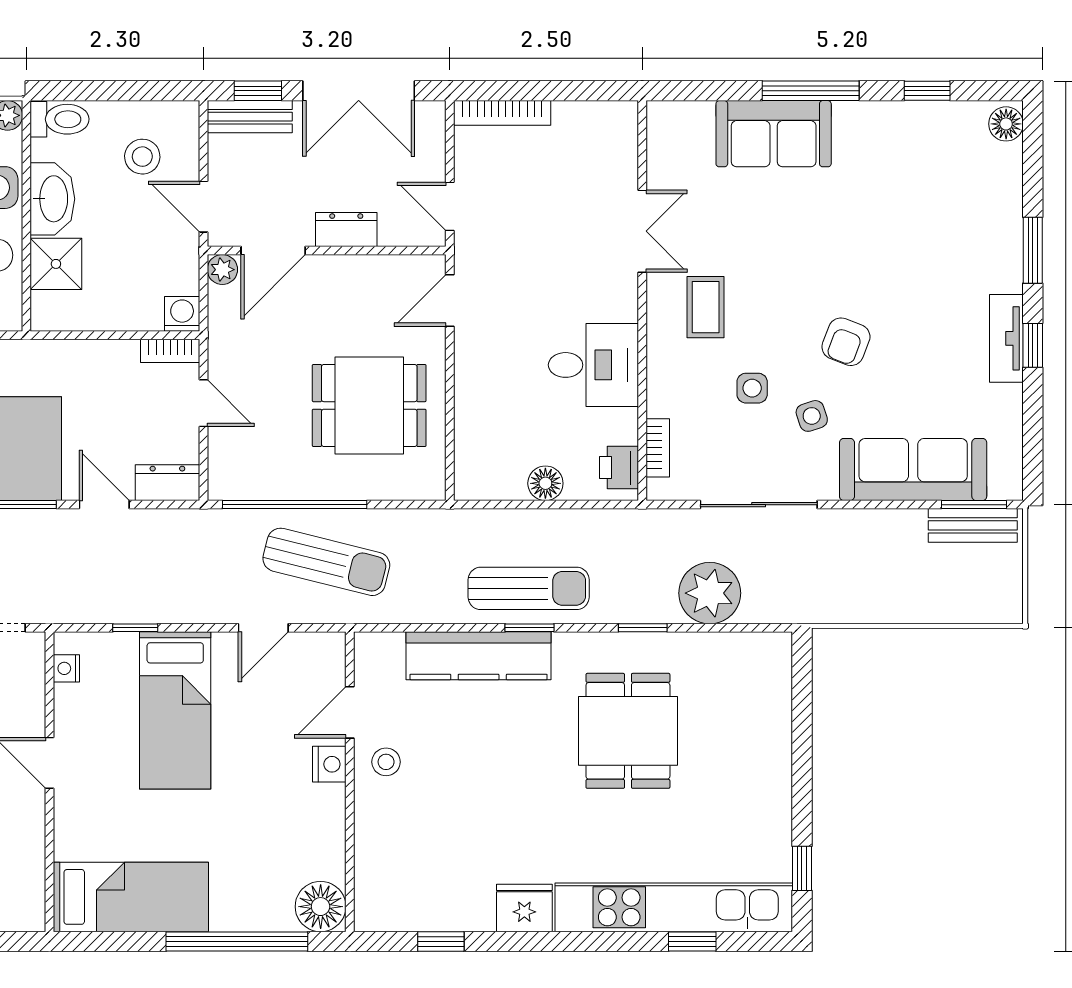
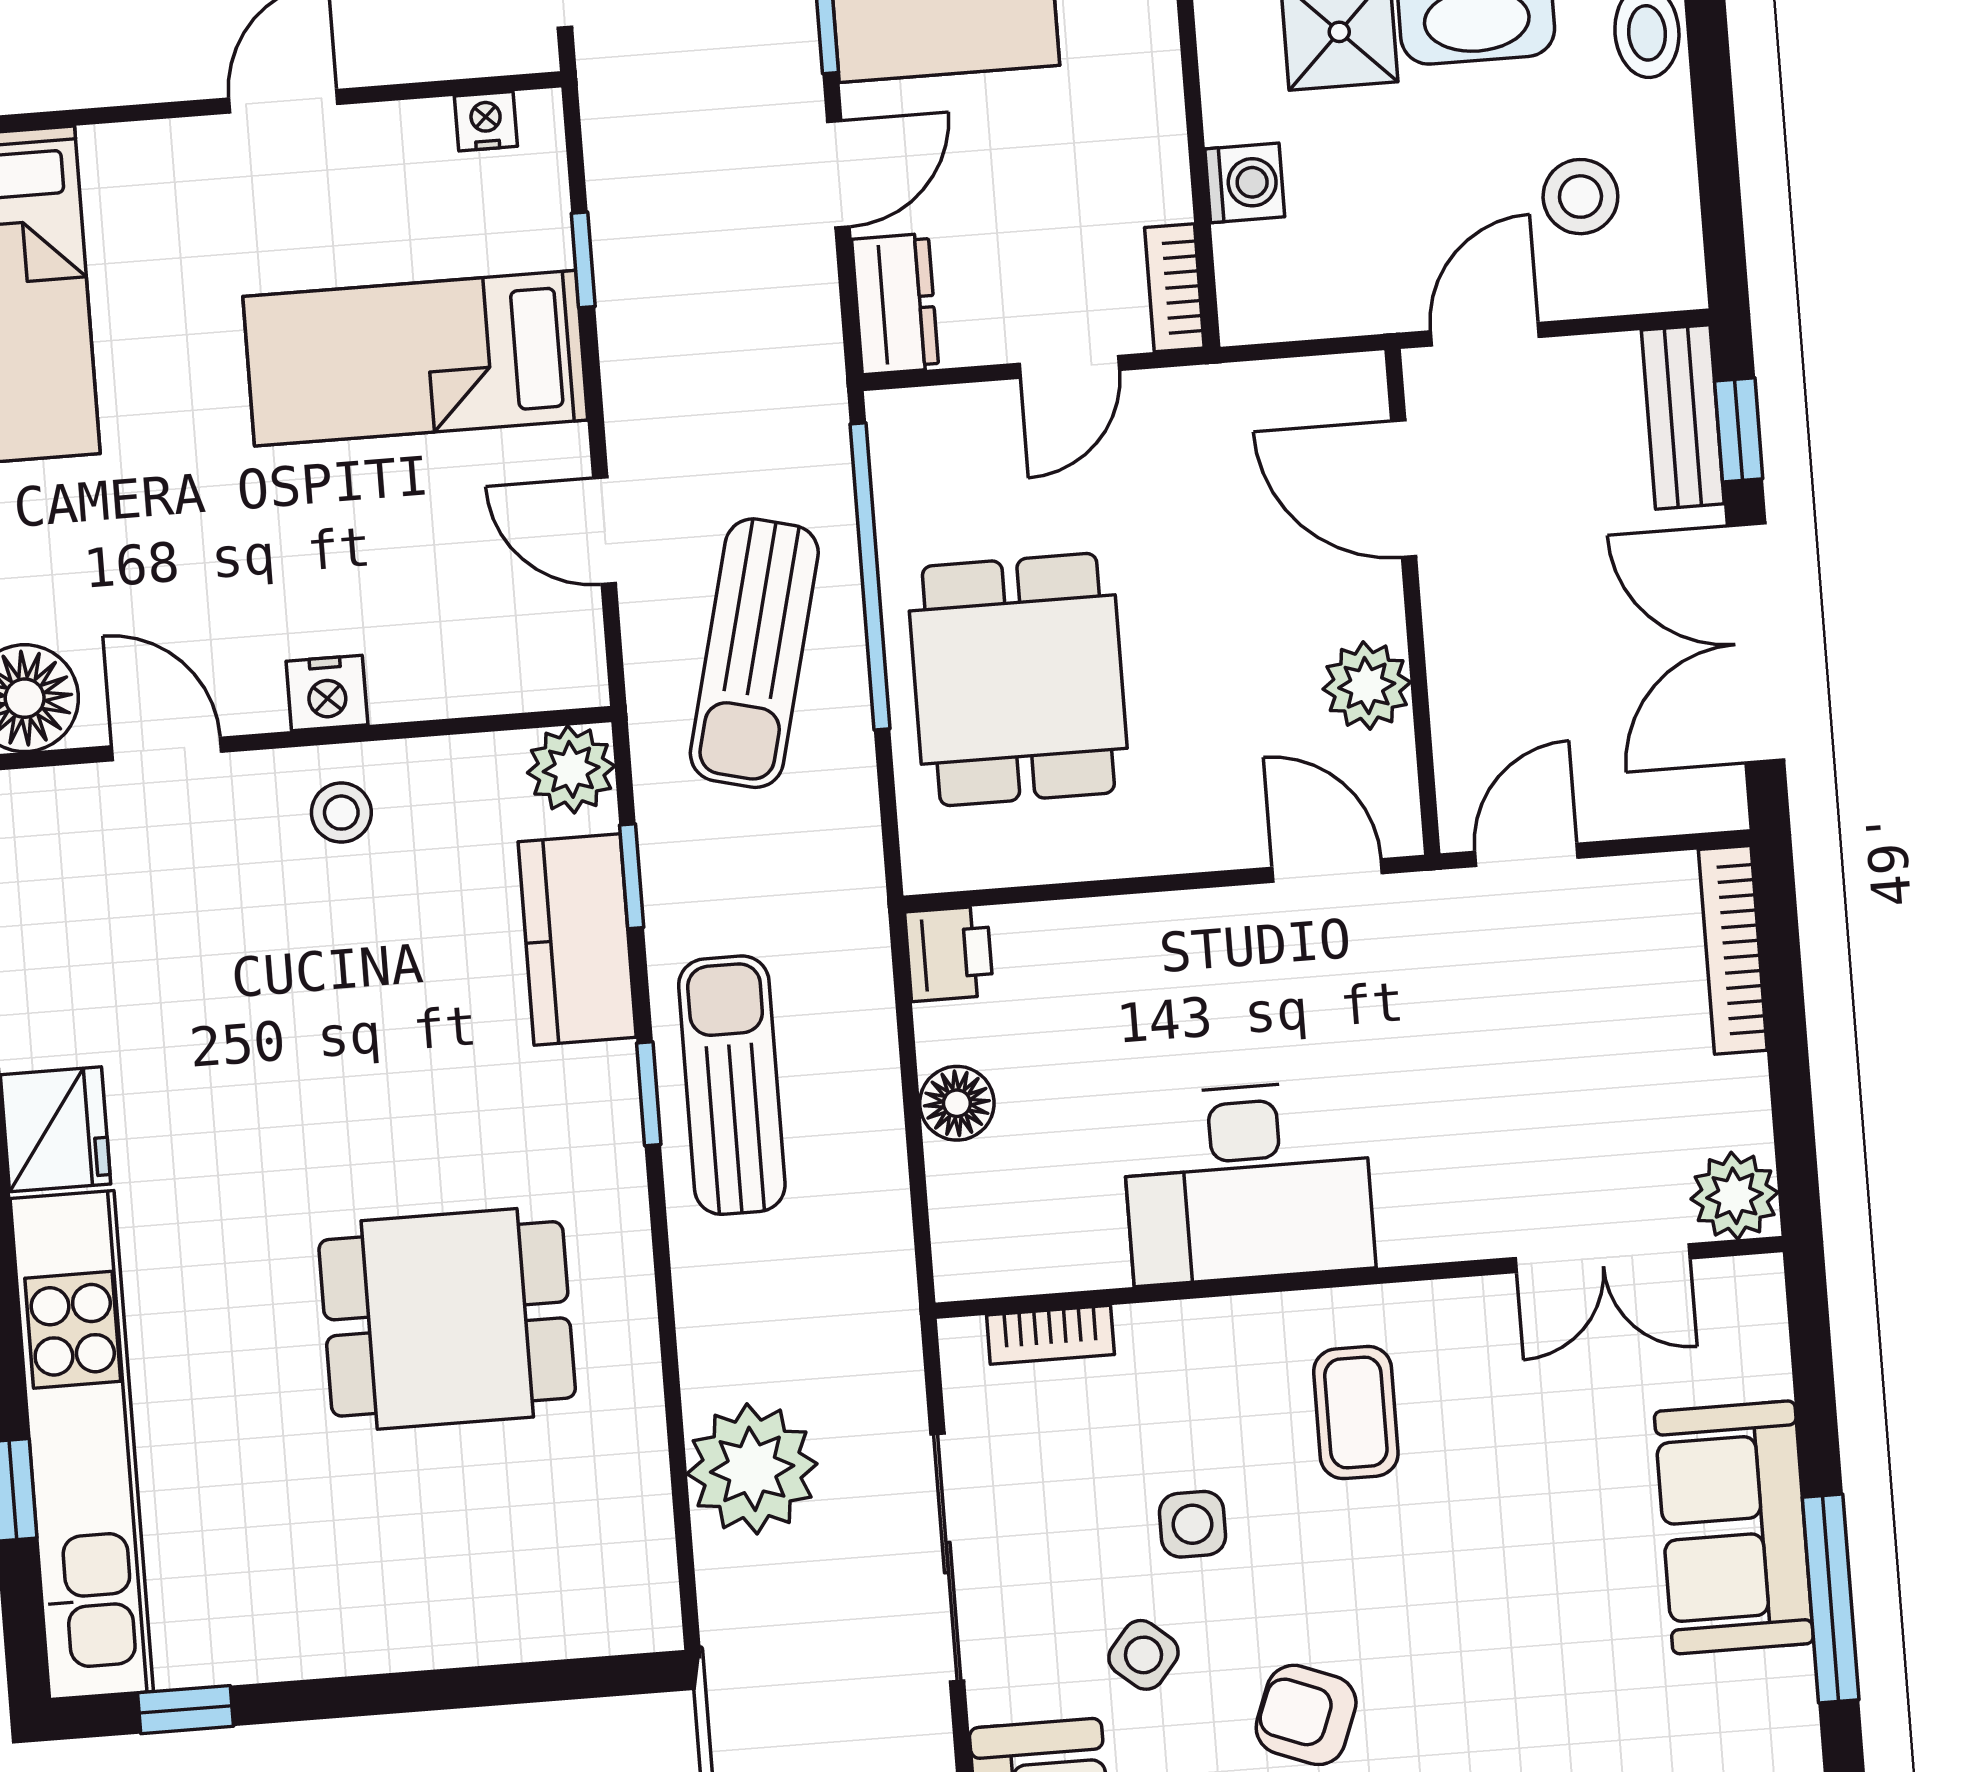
plant: (618, 121) -> (1735, 1196), added
dresser: (346, 230) -> (1460, 640), removed
double door: (642, 231) -> (1603, 1258), moved
plant: (222, 270) -> (1367, 686), moved, width x1.38, depth x1.38
coffee table: (706, 307) -> (1356, 1413), turned 90
washing machine: (182, 314) -> (1245, 183), moved
desk: (593, 365) -> (1248, 1182), width x1.37
dining table: (369, 405) -> (1018, 680), moved
side table: (812, 416) -> (1143, 1655), turned -32
printer: (619, 468) -> (949, 954), moved, turned 90
sun lounger: (529, 588) -> (732, 1085), turned 180
window: (643, 628) -> (632, 876), moved
plant: (374, 652) -> (571, 769), added
kitchen counter: (479, 656) -> (577, 939), width x0.67
door: (350, 712) -> (166, 749), moved

